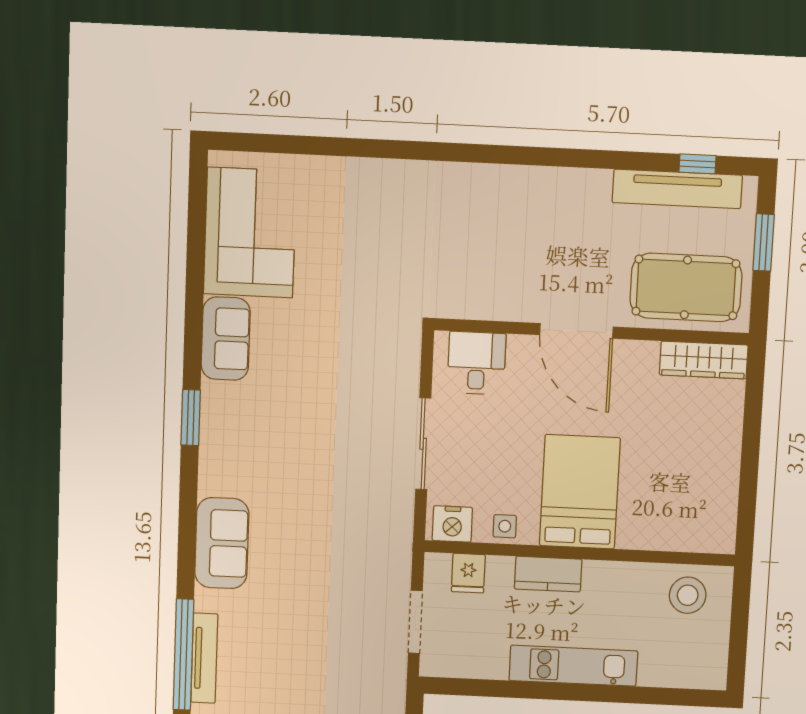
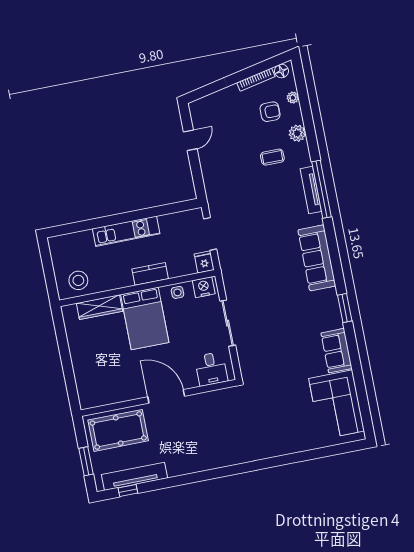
wardrobe: (704, 360) -> (100, 307), moved, turned 180
sofa: (222, 543) -> (317, 258), width x1.36
fridge: (468, 573) -> (204, 262), moved

